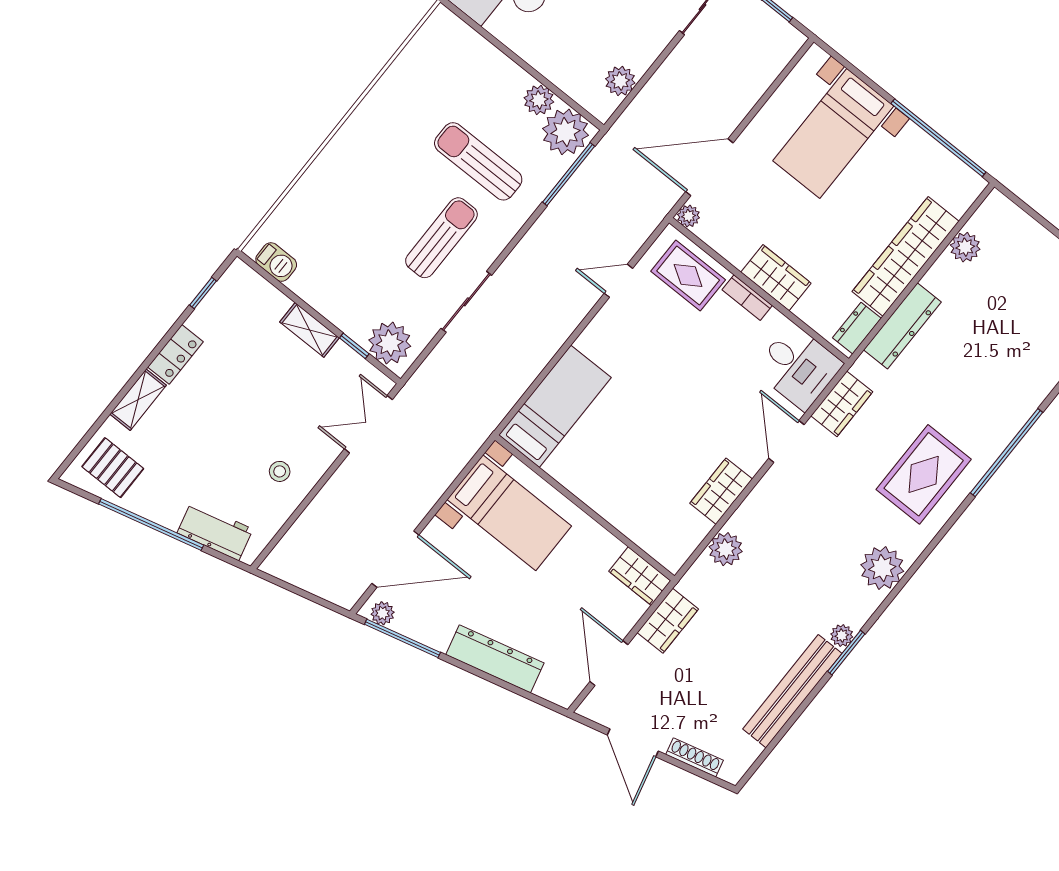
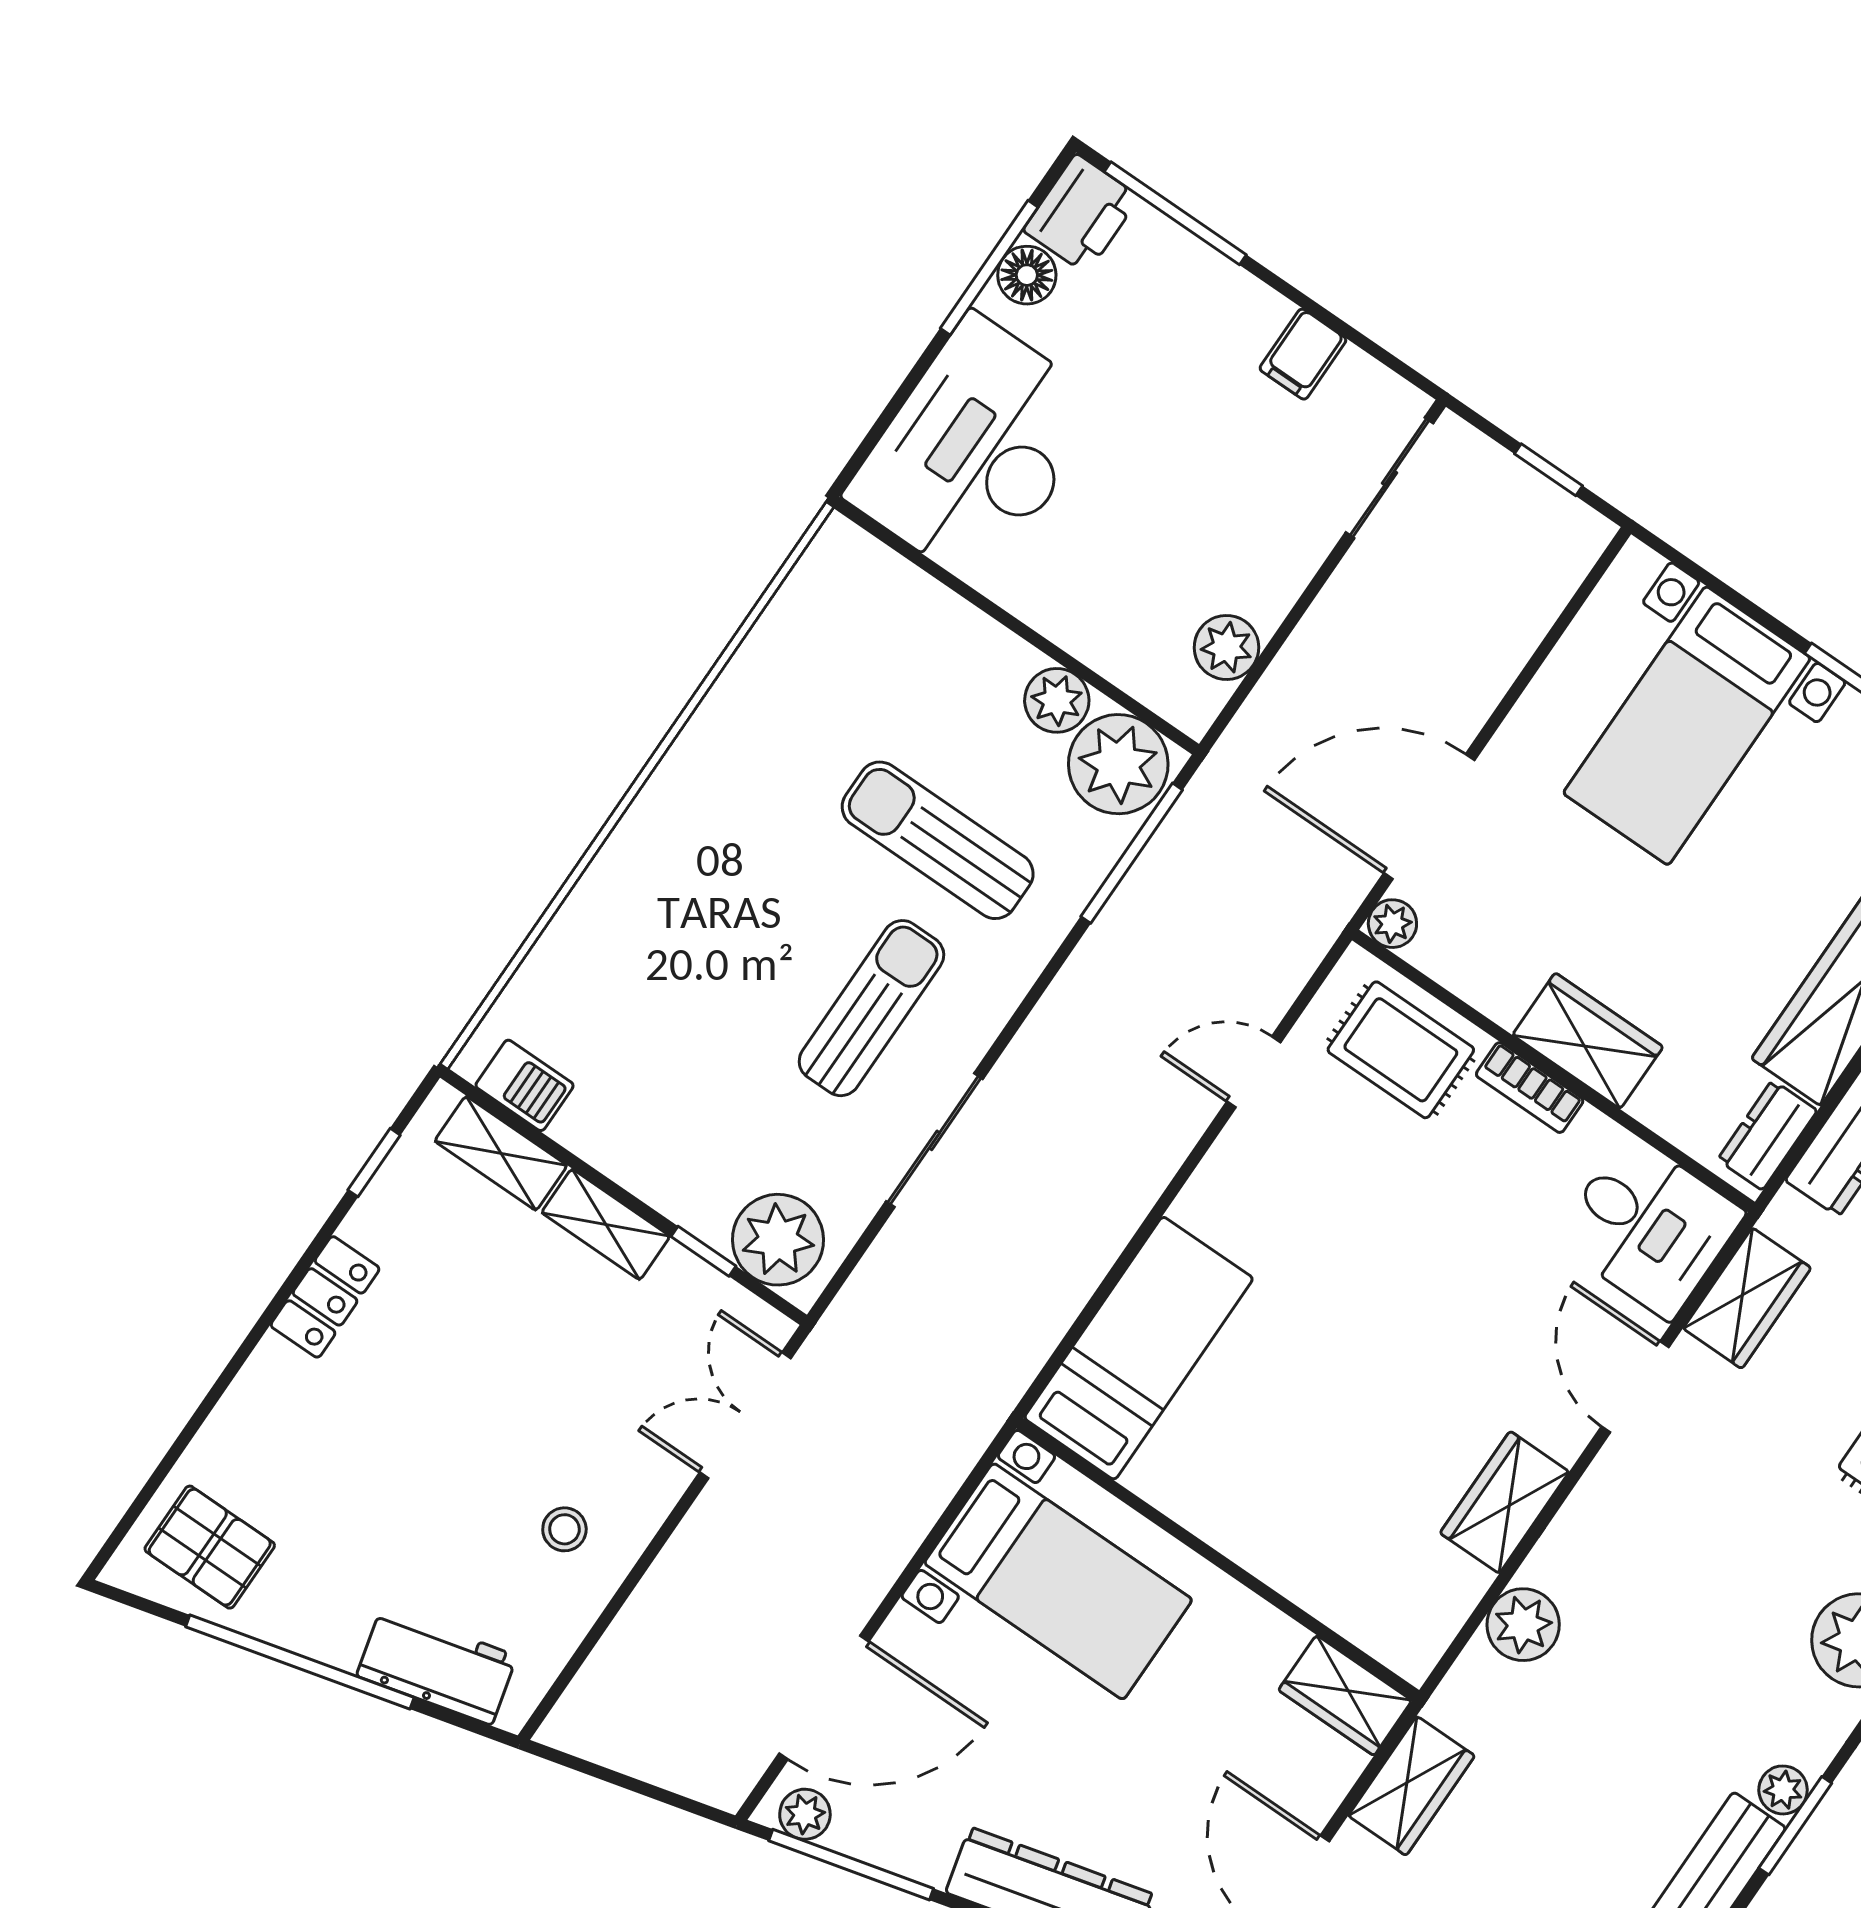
shelving: (138, 400) -> (501, 1153), moved, turned 90

